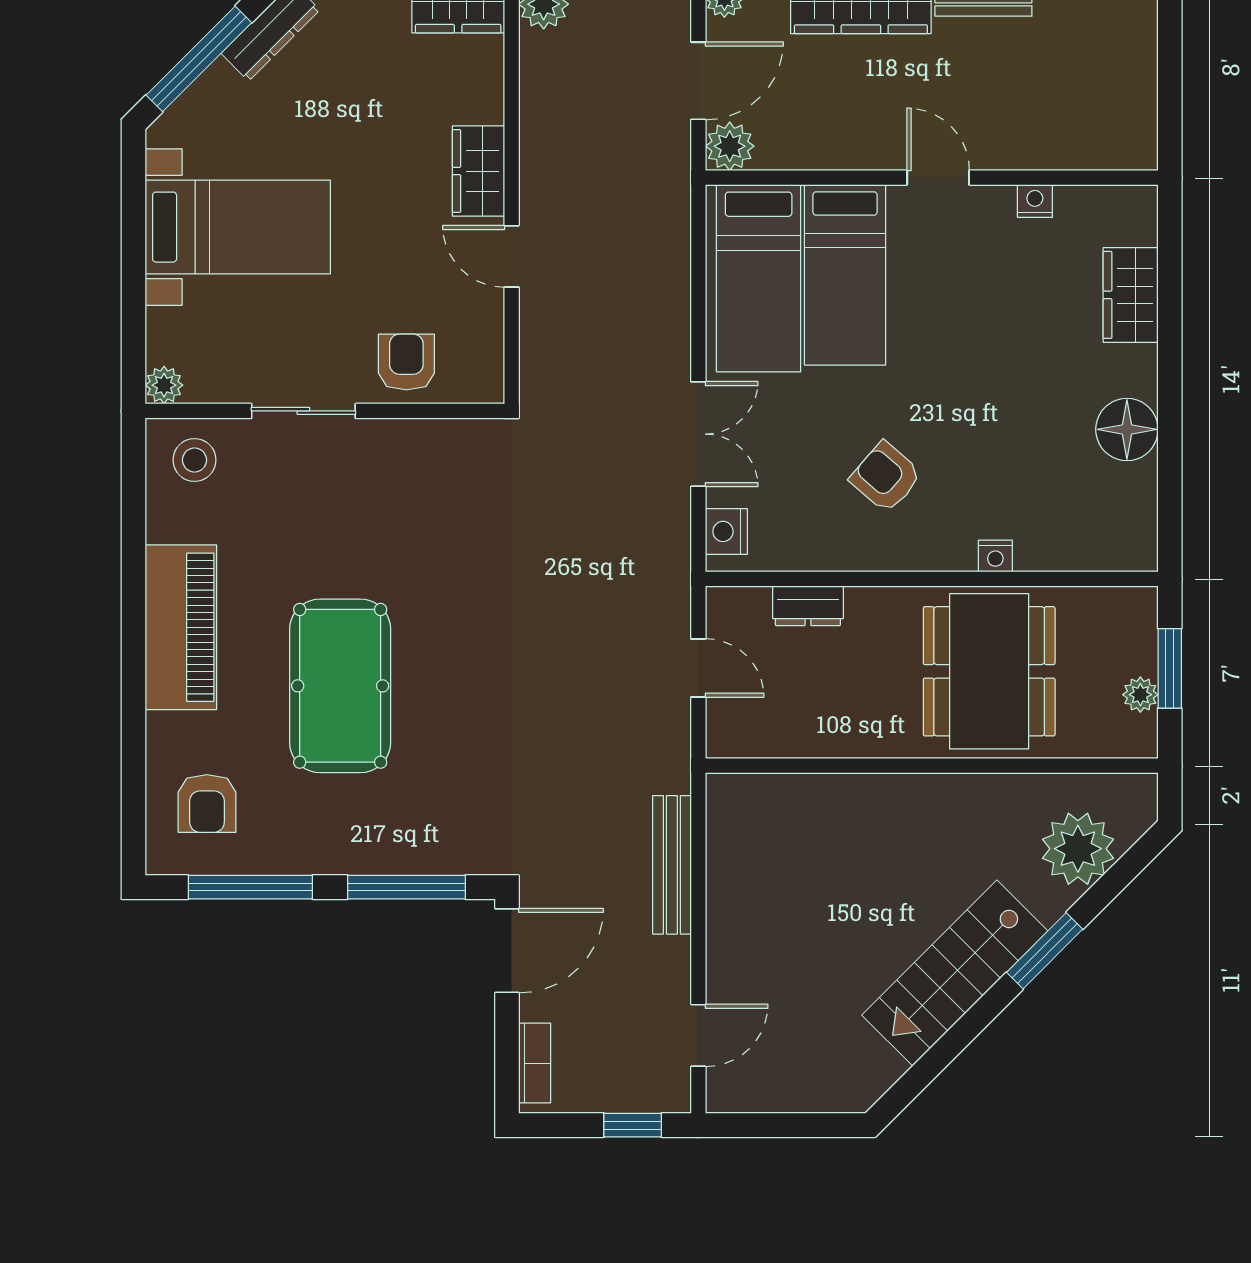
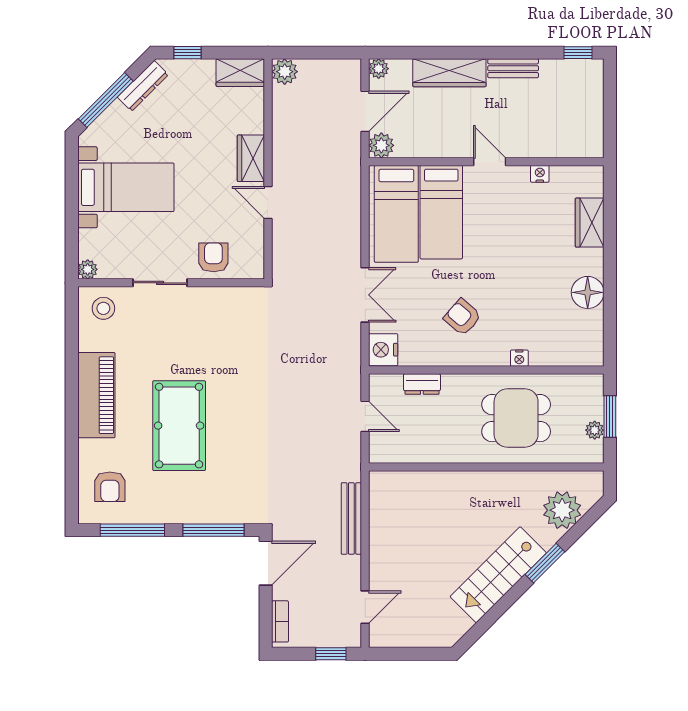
nightstand: (726, 531) -> (383, 350), width x1.36, depth x1.33
dining table: (989, 671) -> (516, 418), width x0.73

